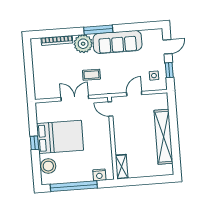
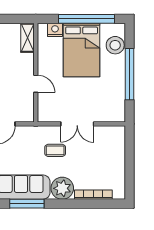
window: (98, 30) -> (27, 204), moved
door: (110, 109) -> (36, 84), moved
bed: (60, 137) -> (82, 50), moved, turned -90
window: (34, 143) -> (129, 74), width x3.17

